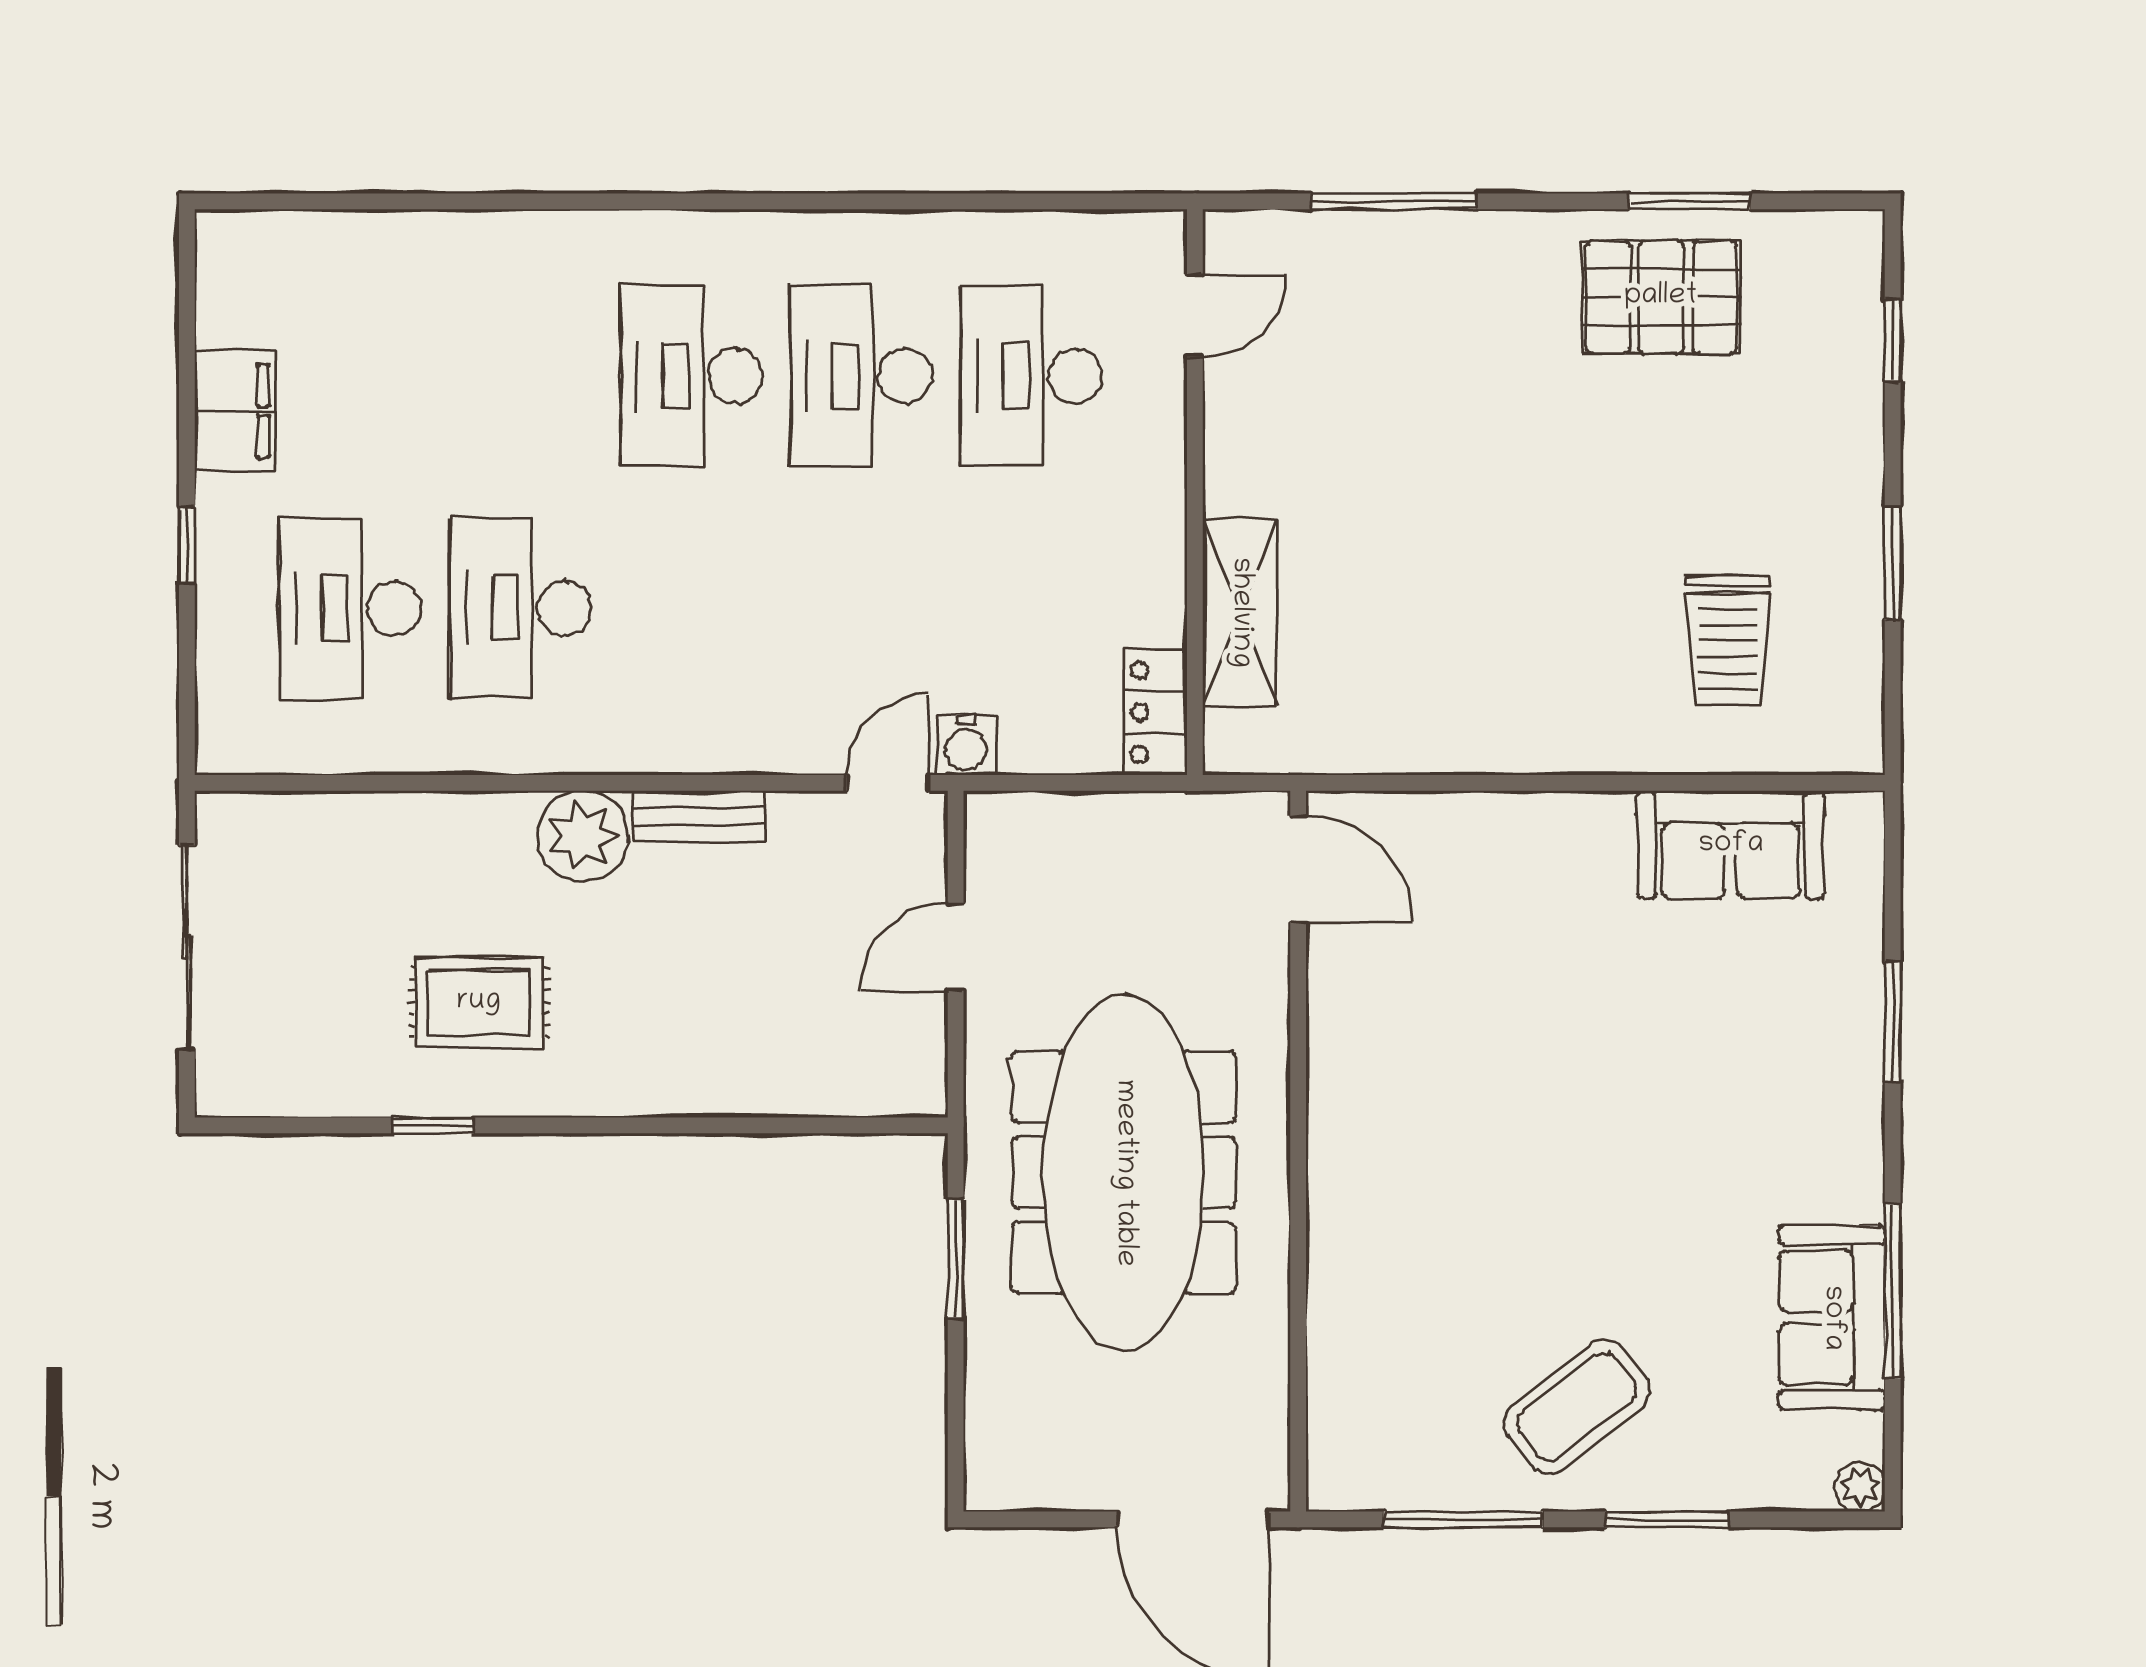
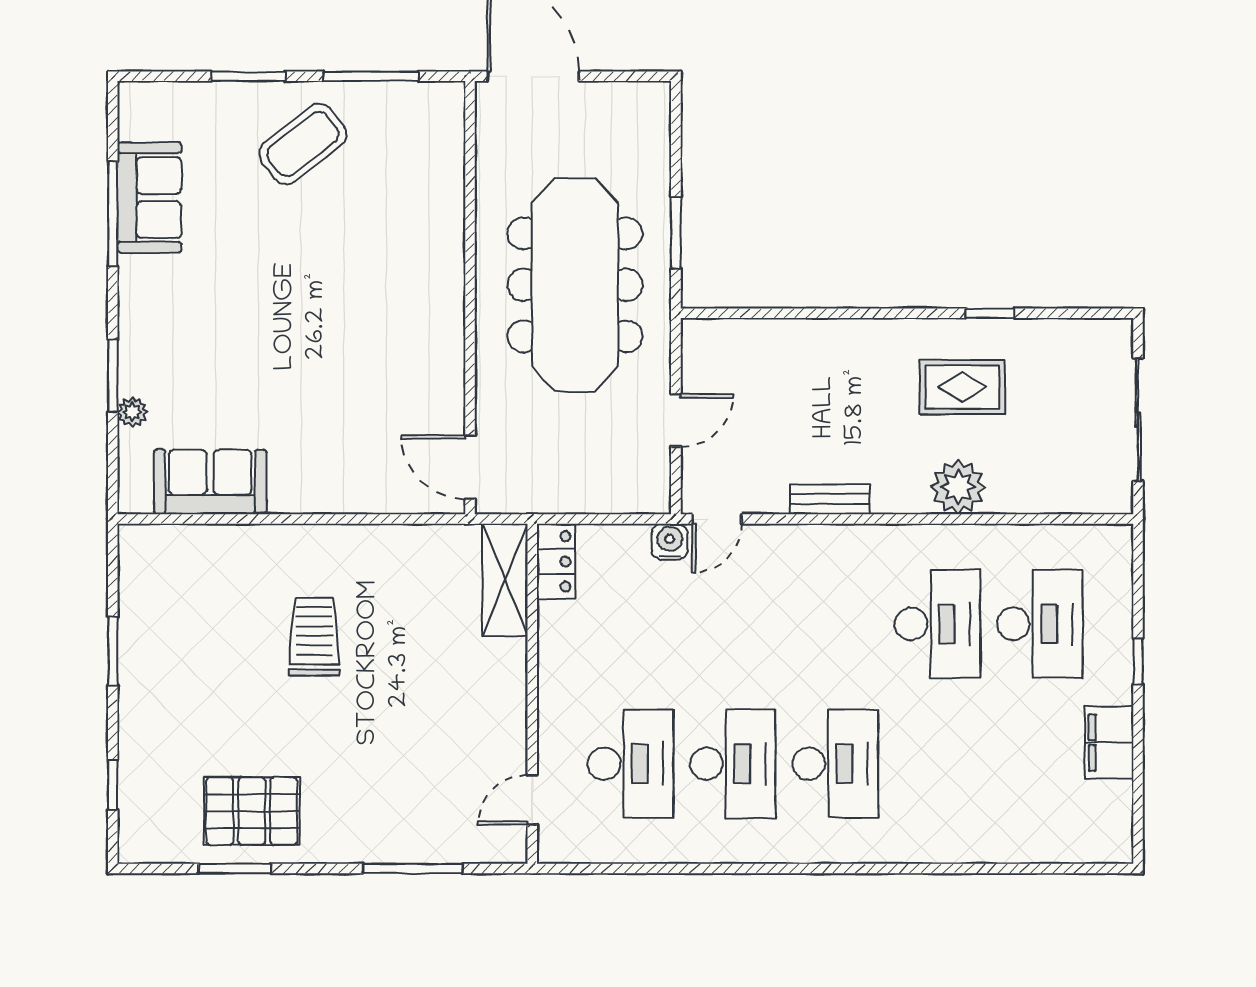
shelving: (1240, 613) -> (505, 580), moved
trolley: (1728, 640) -> (314, 637), moved
plant: (582, 836) -> (958, 487), moved
plant: (1860, 1487) -> (132, 412), moved

